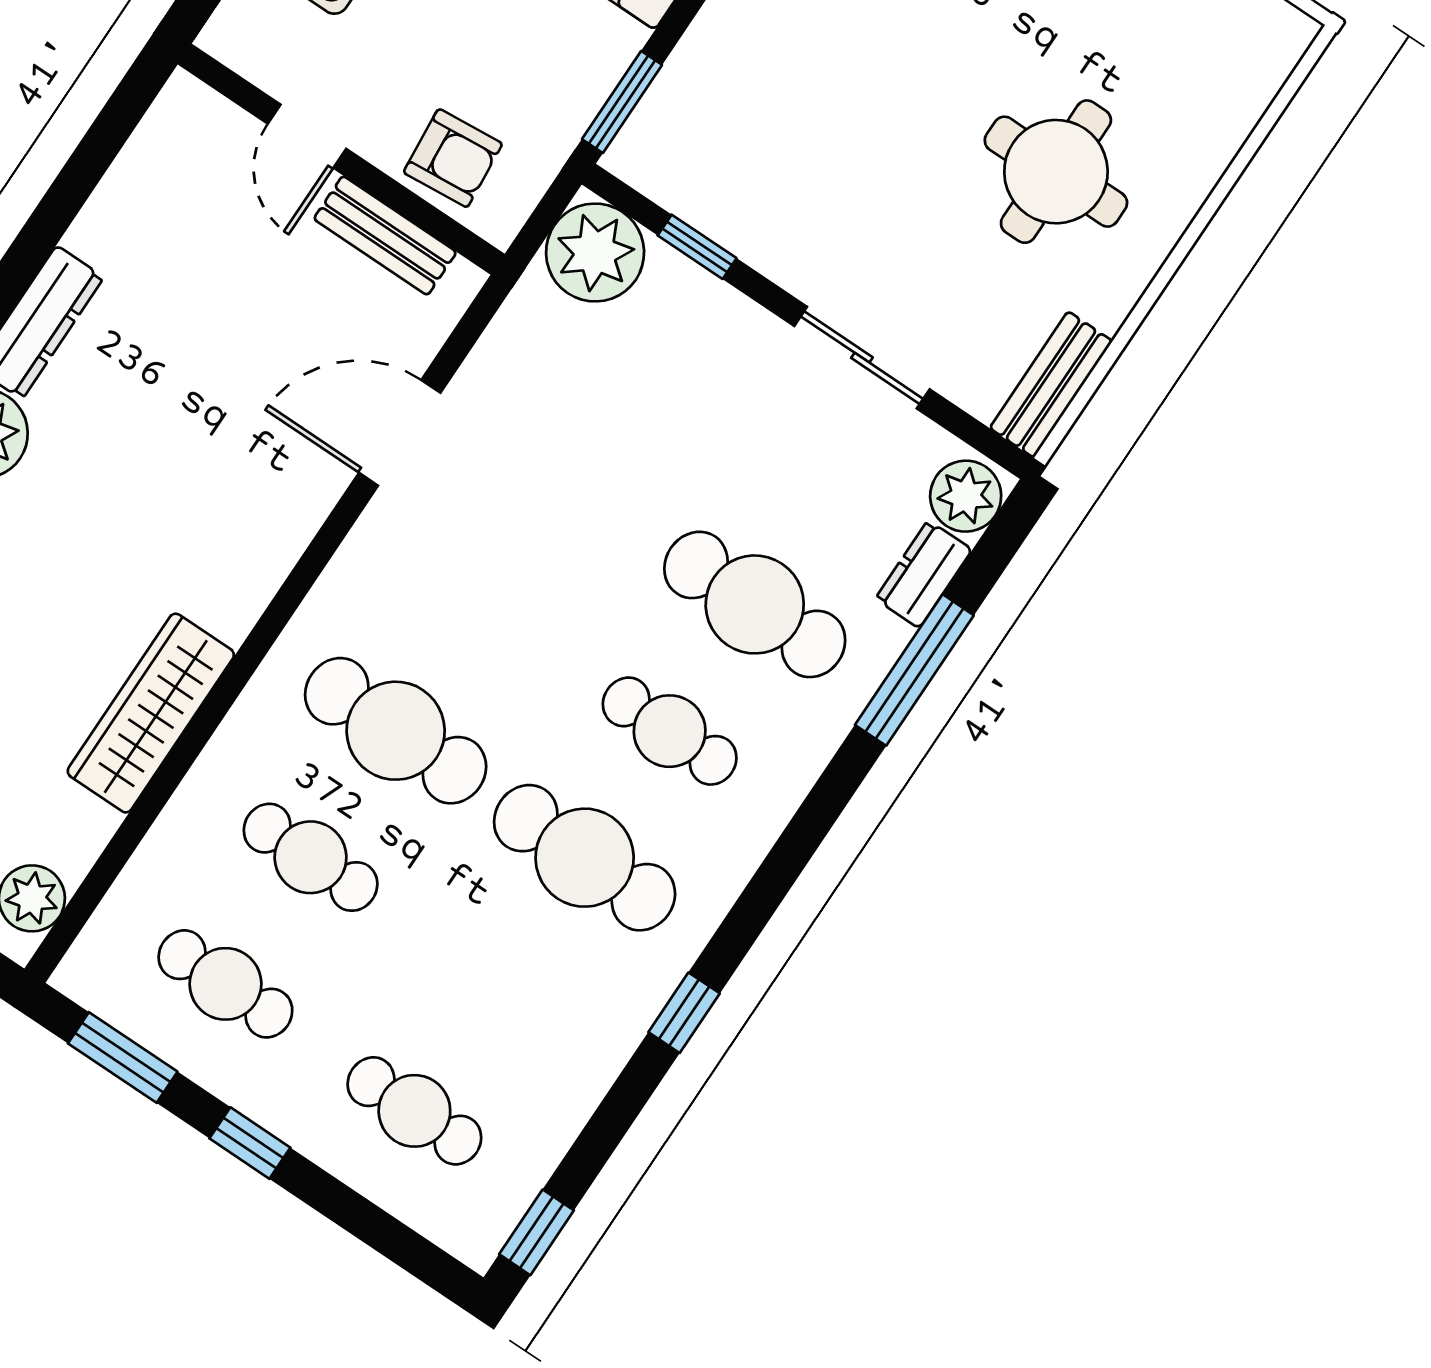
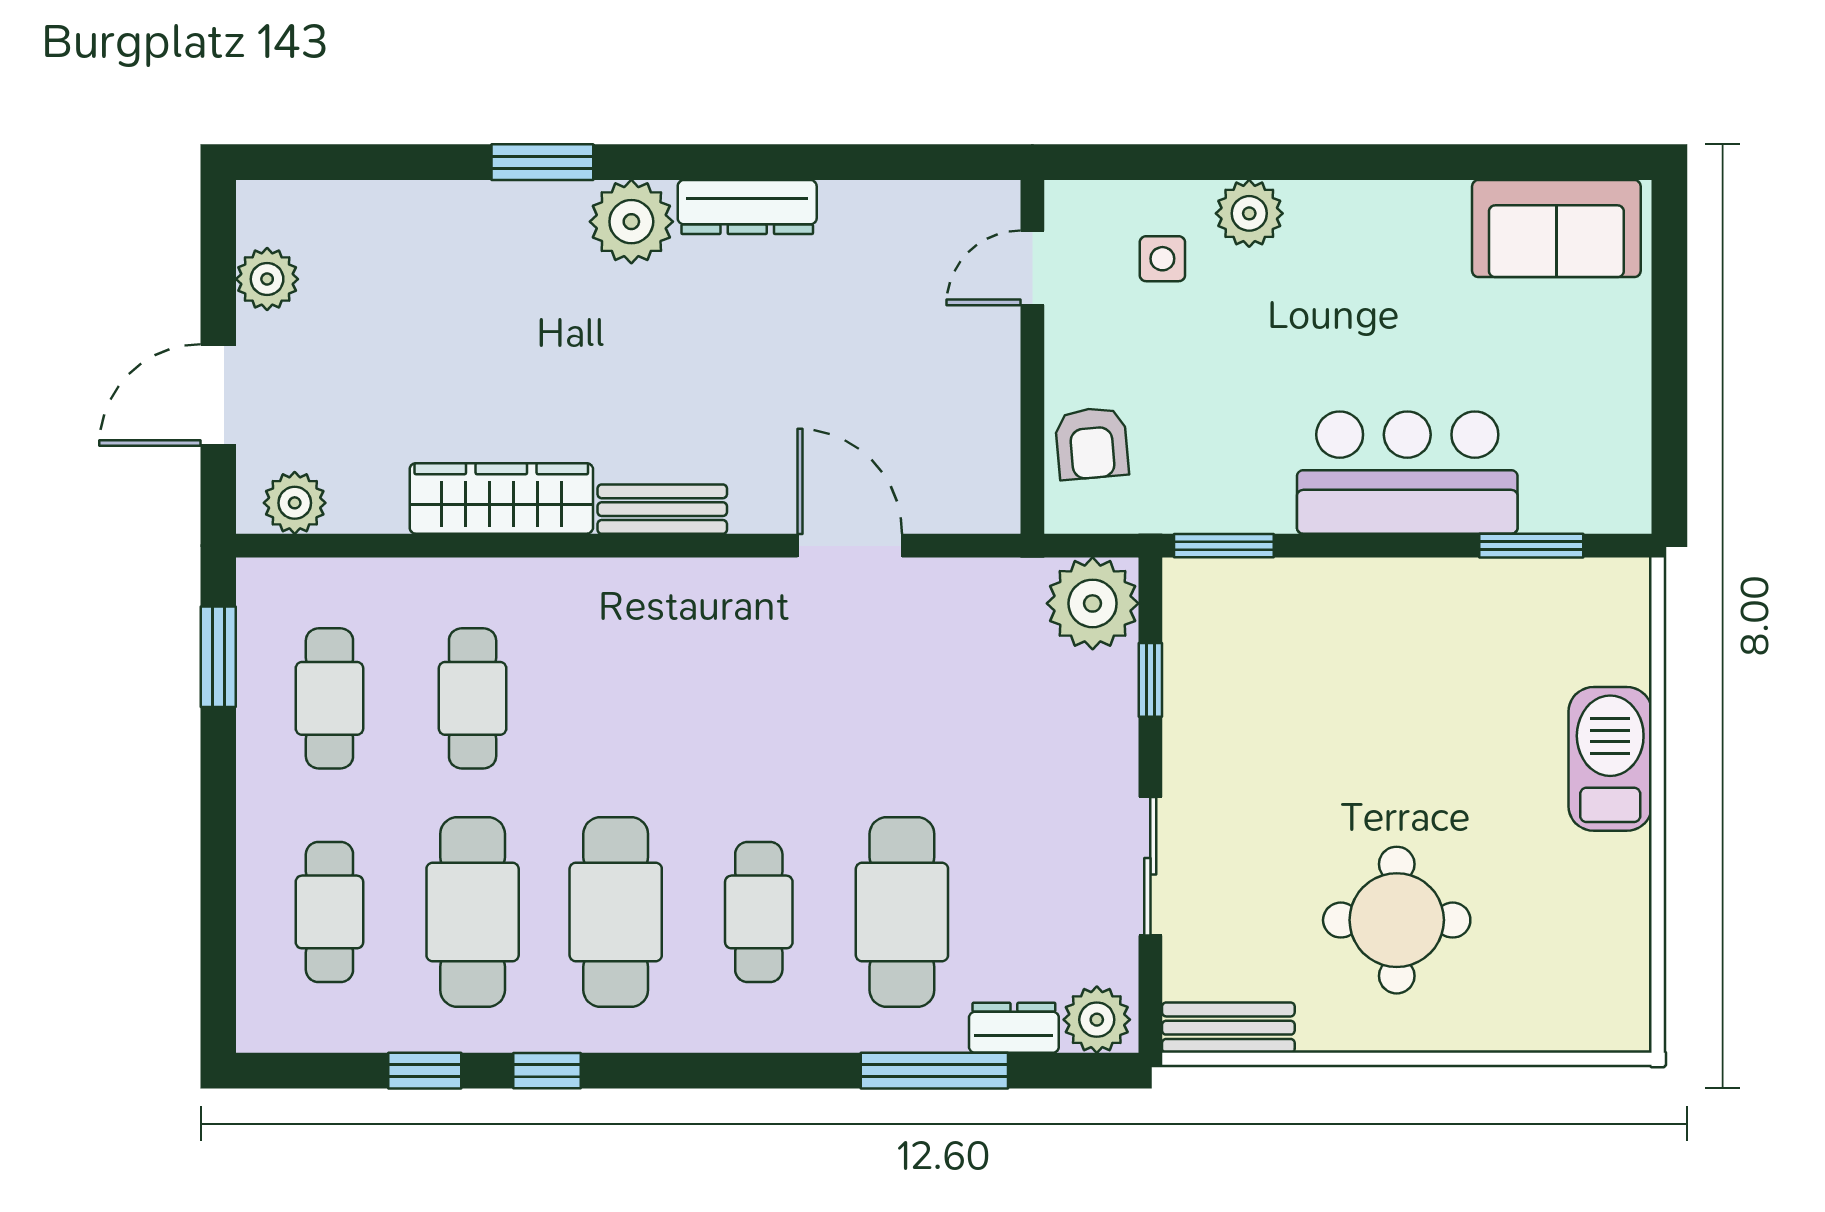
door: (307, 136) -> (1032, 268), moved
bench: (385, 236) -> (662, 509), moved, turned 90
cafe table: (396, 731) -> (473, 912), moved
window: (250, 1143) -> (218, 801), removed
window: (536, 1232) -> (425, 1071), moved

